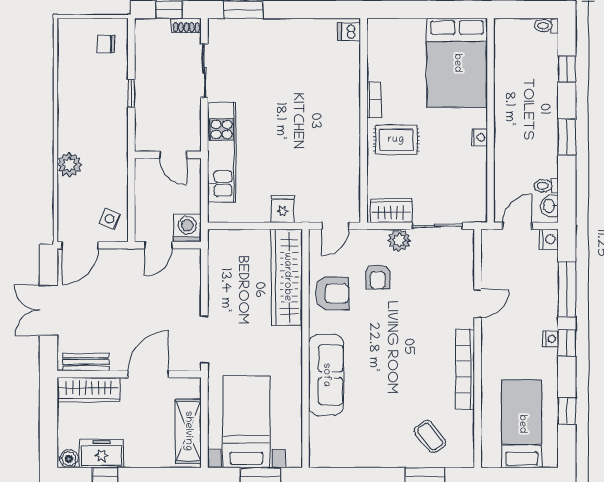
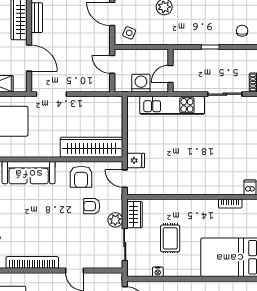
bookcase: (374, 100) -> (230, 204), moved
nightstand: (480, 137) -> (158, 272), moved
rug: (396, 140) -> (170, 238), moved
fridge: (283, 209) -> (136, 160), moved
washing machine: (187, 228) -> (141, 83), moved, turned -90

